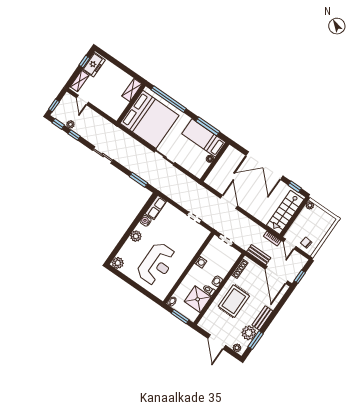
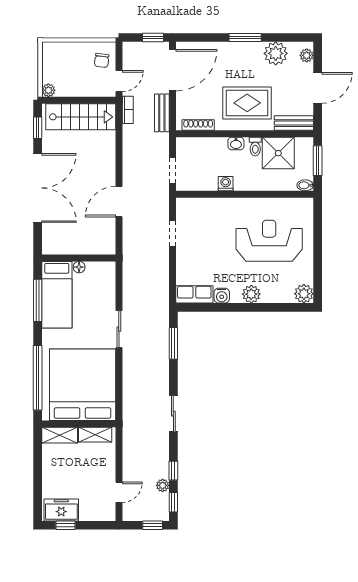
shelving: (80, 81) -> (95, 435), moved
bench: (262, 318) -> (294, 123), moved
window: (256, 340) -> (245, 37), moved

